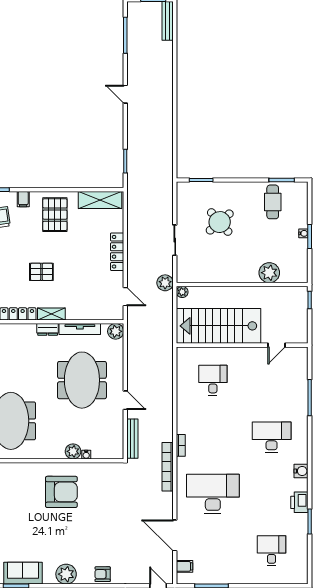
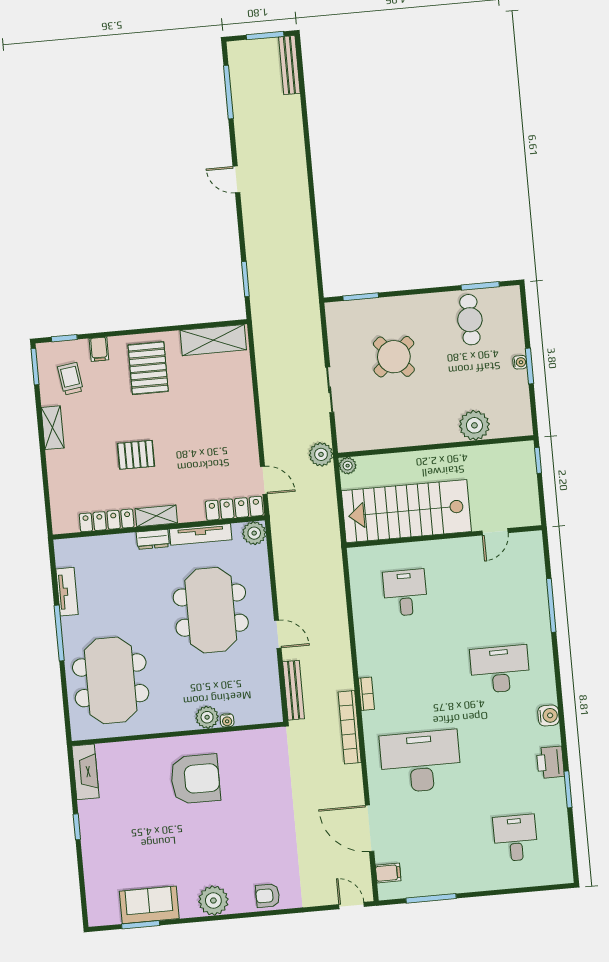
locker: (117, 252) -> (234, 508), moved, turned 90

